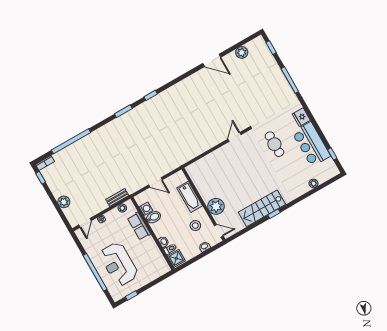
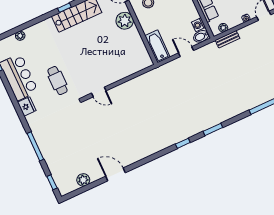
door: (234, 137) -> (99, 92), hinge flipped
bathtub: (190, 197) -> (157, 46), moved
bidet: (153, 217) -> (201, 36), moved

